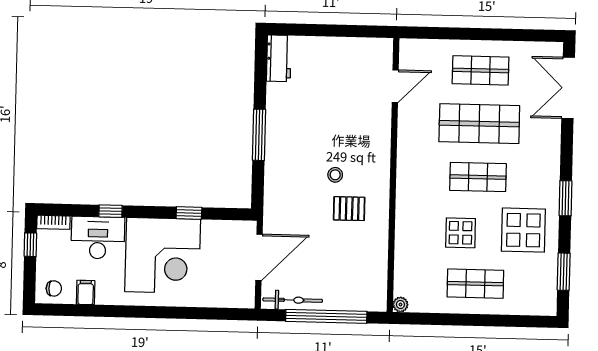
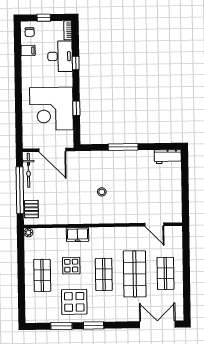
pallet: (349, 209) -> (31, 209), moved
freezer: (407, 220) -> (77, 235), added
window: (30, 245) -> (44, 18), moved
corner desk: (163, 255) -> (51, 109), moved
window: (564, 272) -> (61, 326), moved

